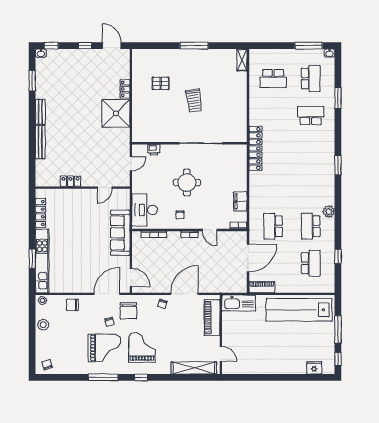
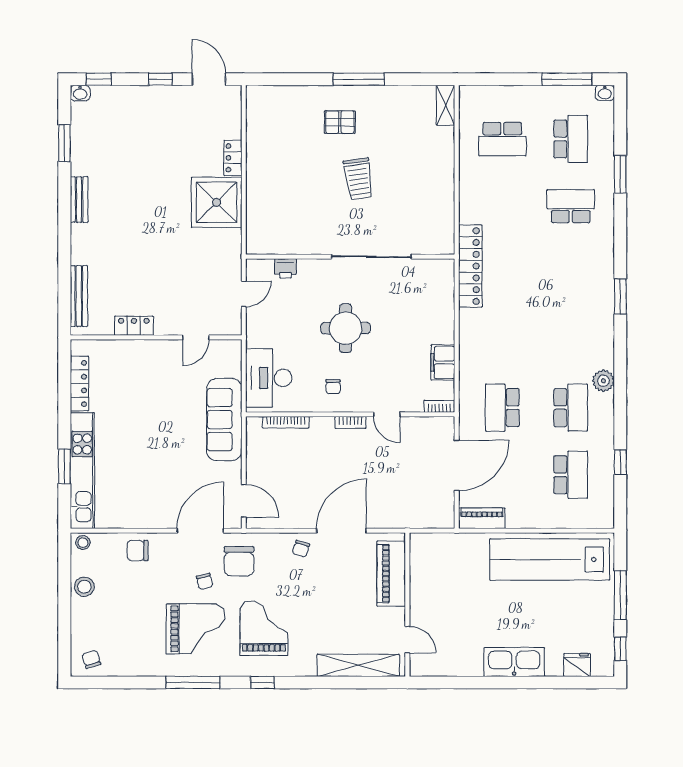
pallet: (161, 83) -> (340, 122), moved
bench: (40, 142) -> (79, 296), moved
school desk: (311, 226) -> (571, 408), turned 180
kitchen sink: (239, 303) -> (514, 662), moved, turned 180

